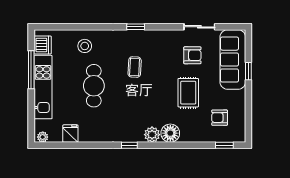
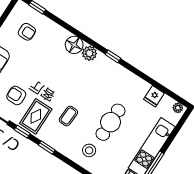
window: (166, 27) -> (22, 132), added
stool: (85, 46) -> (89, 150), moved
rug: (188, 93) -> (36, 116), moved

